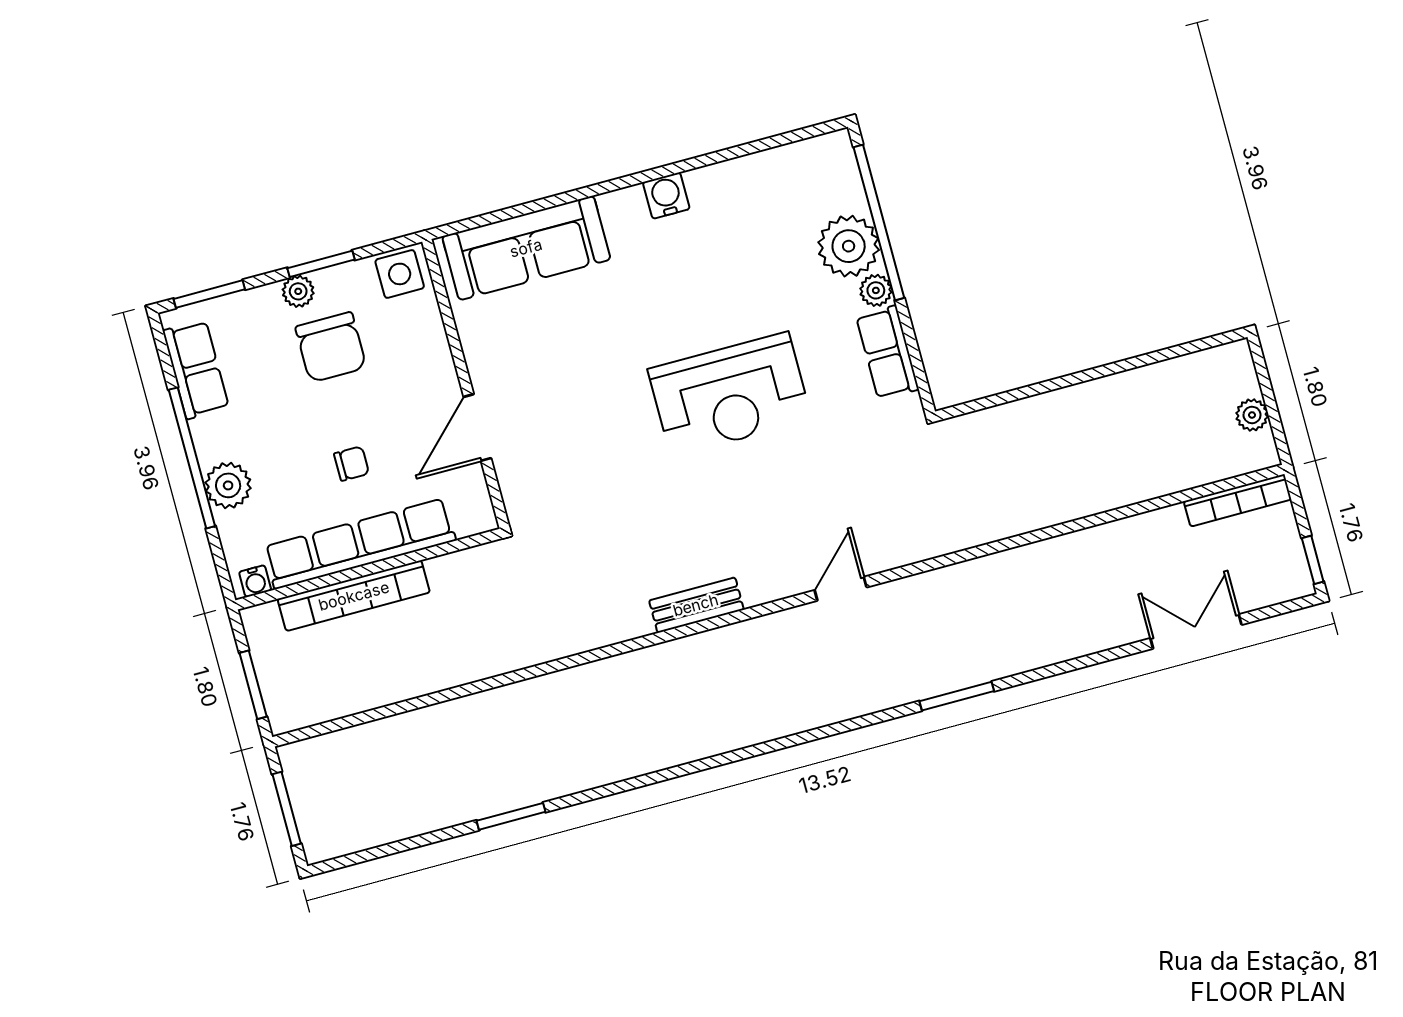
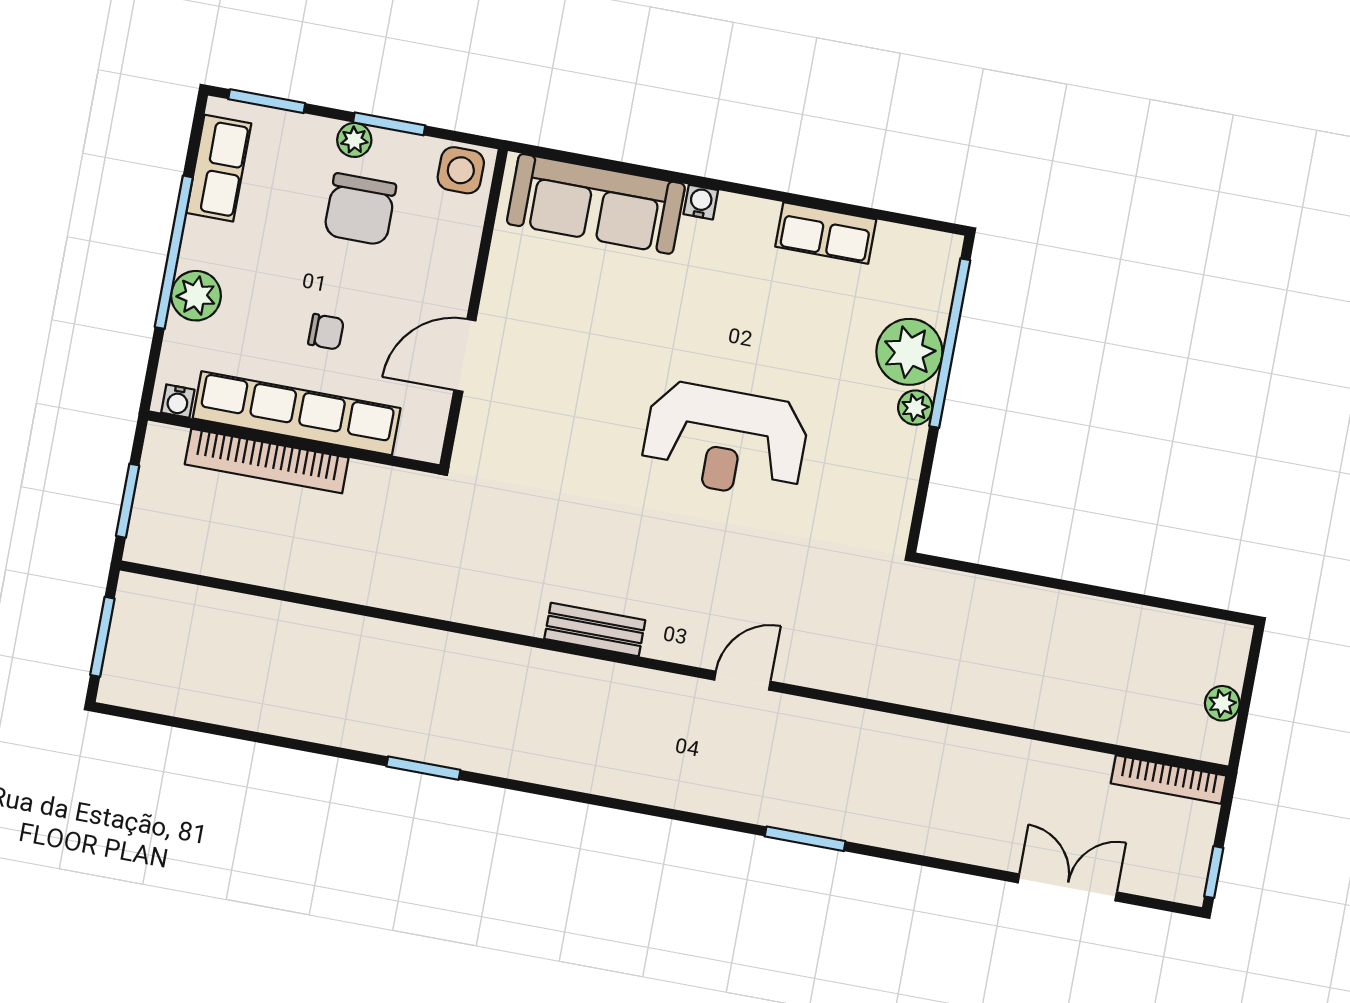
water cooler: (666, 196) -> (701, 202), moved, width x0.72, depth x0.72
row of seats: (887, 353) -> (826, 233), moved, turned -90
window: (511, 816) -> (423, 768), moved

